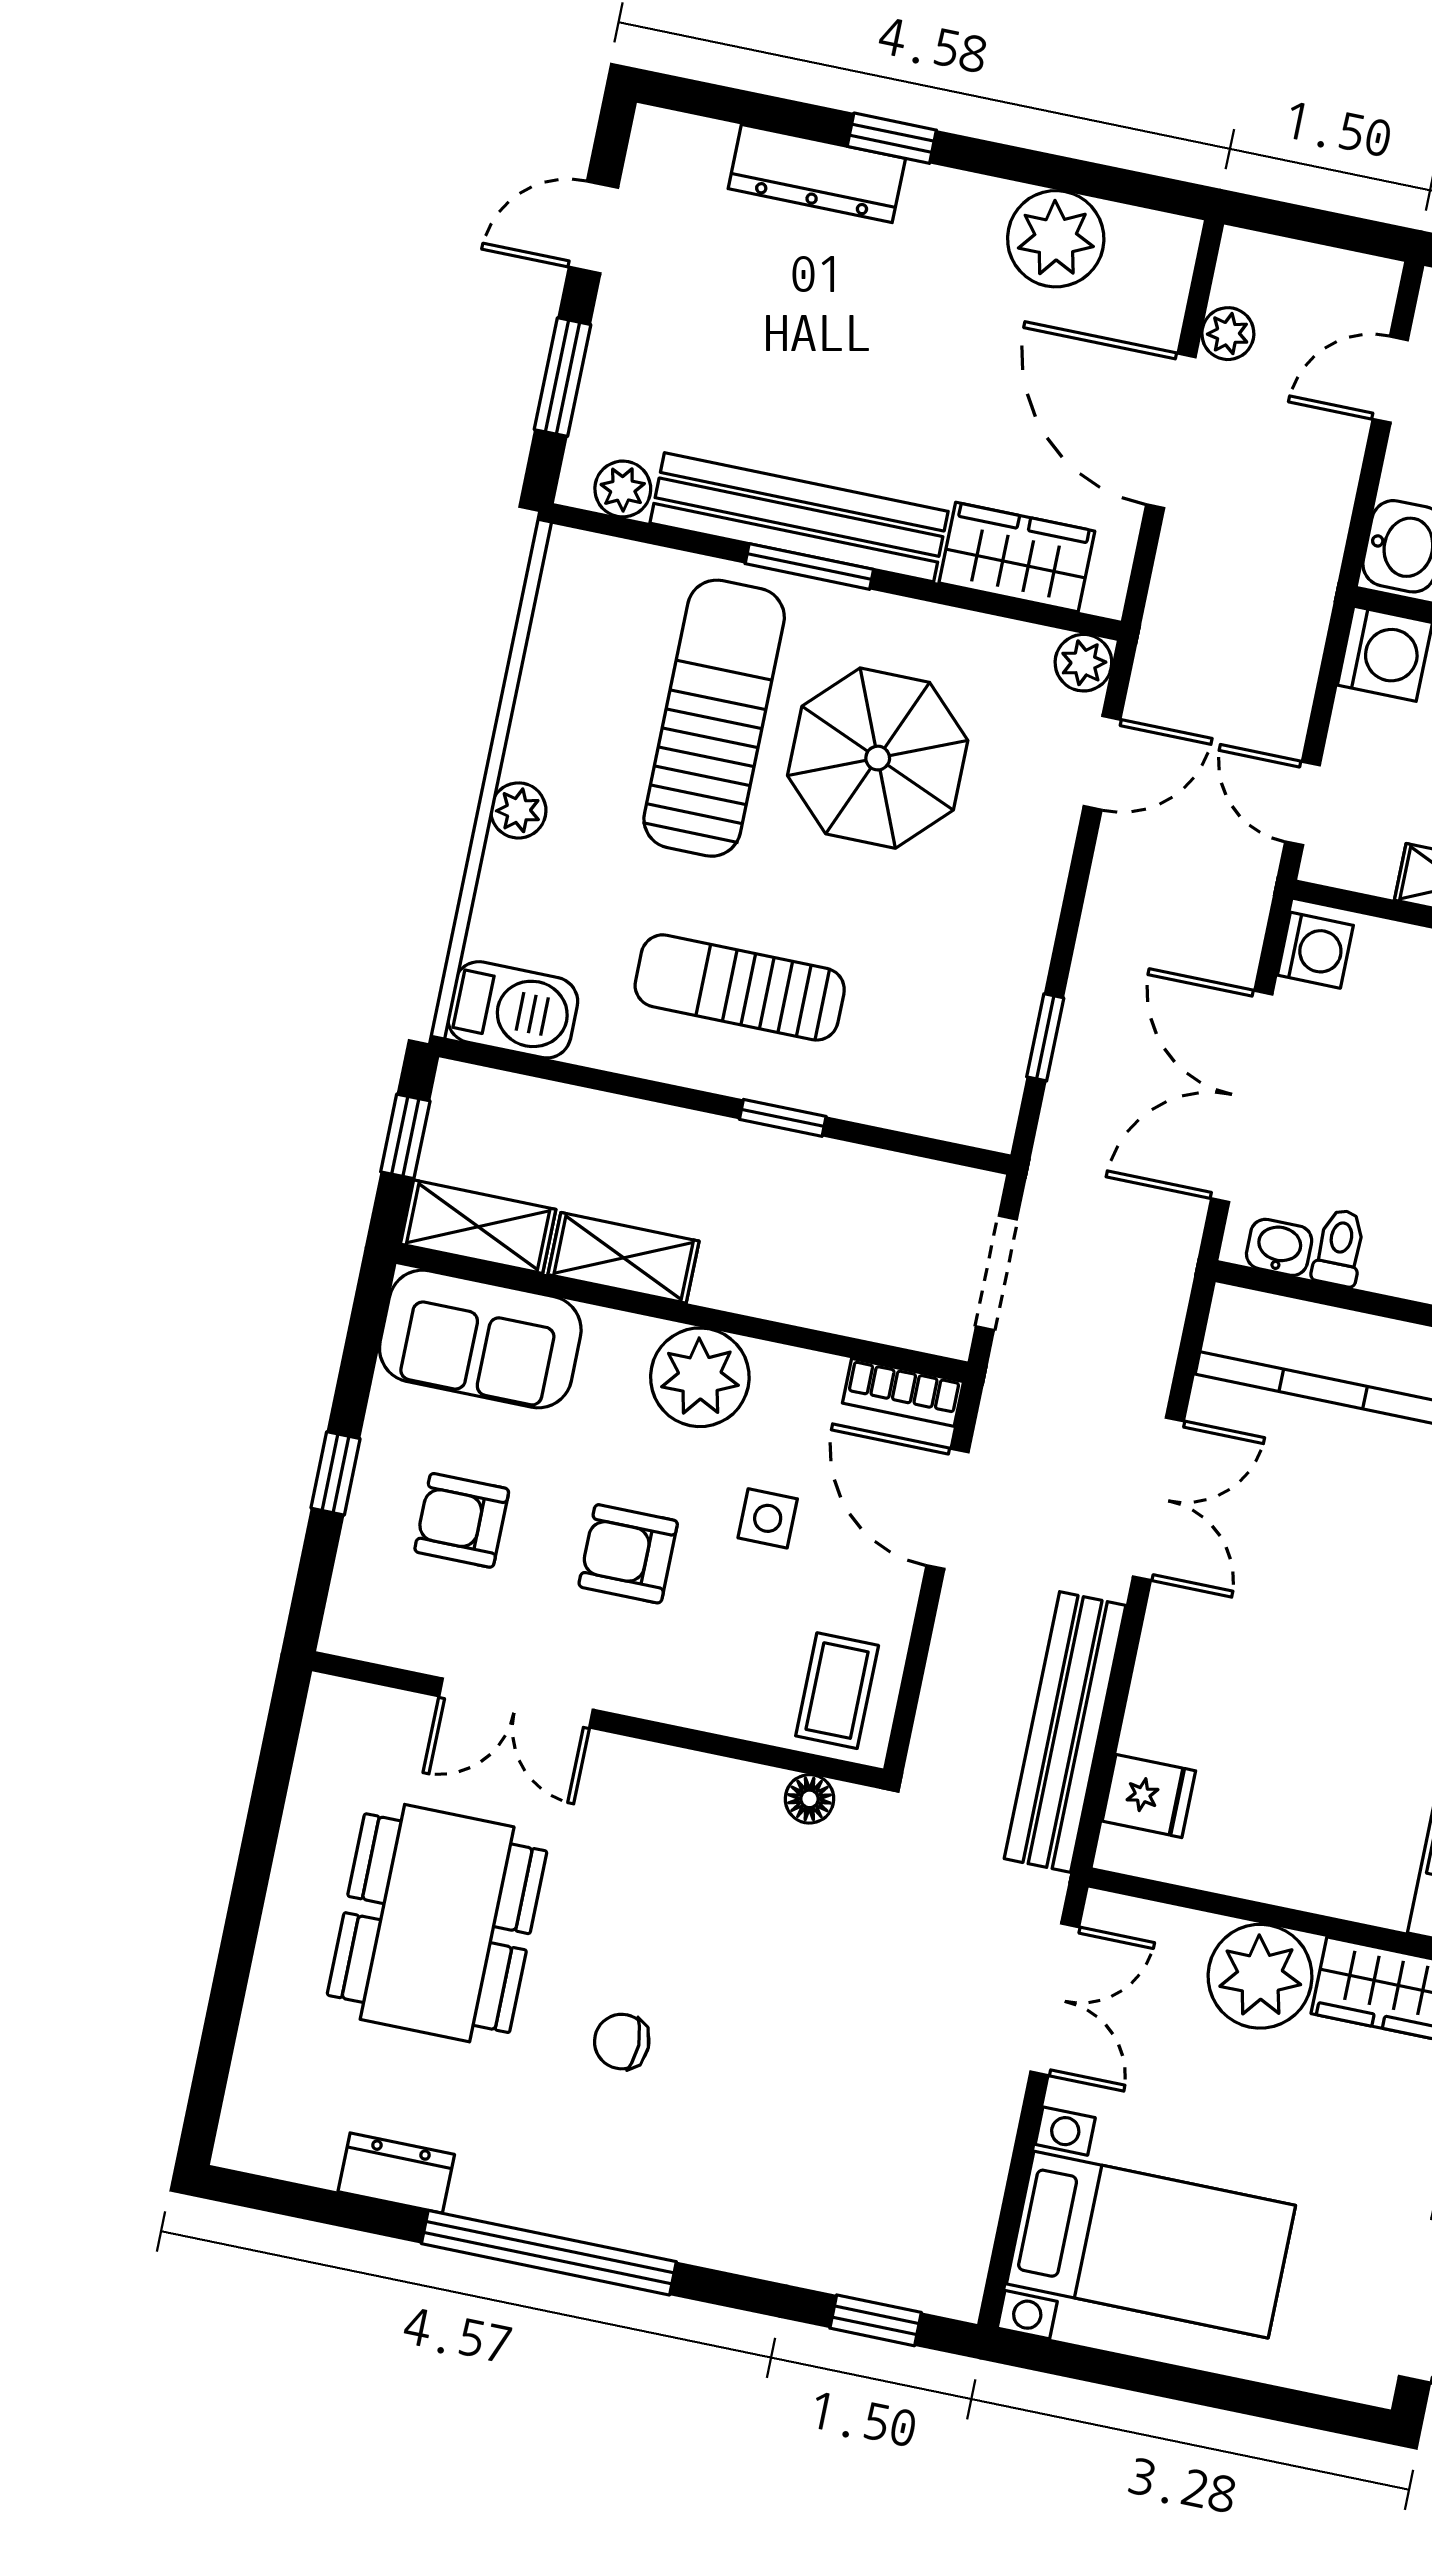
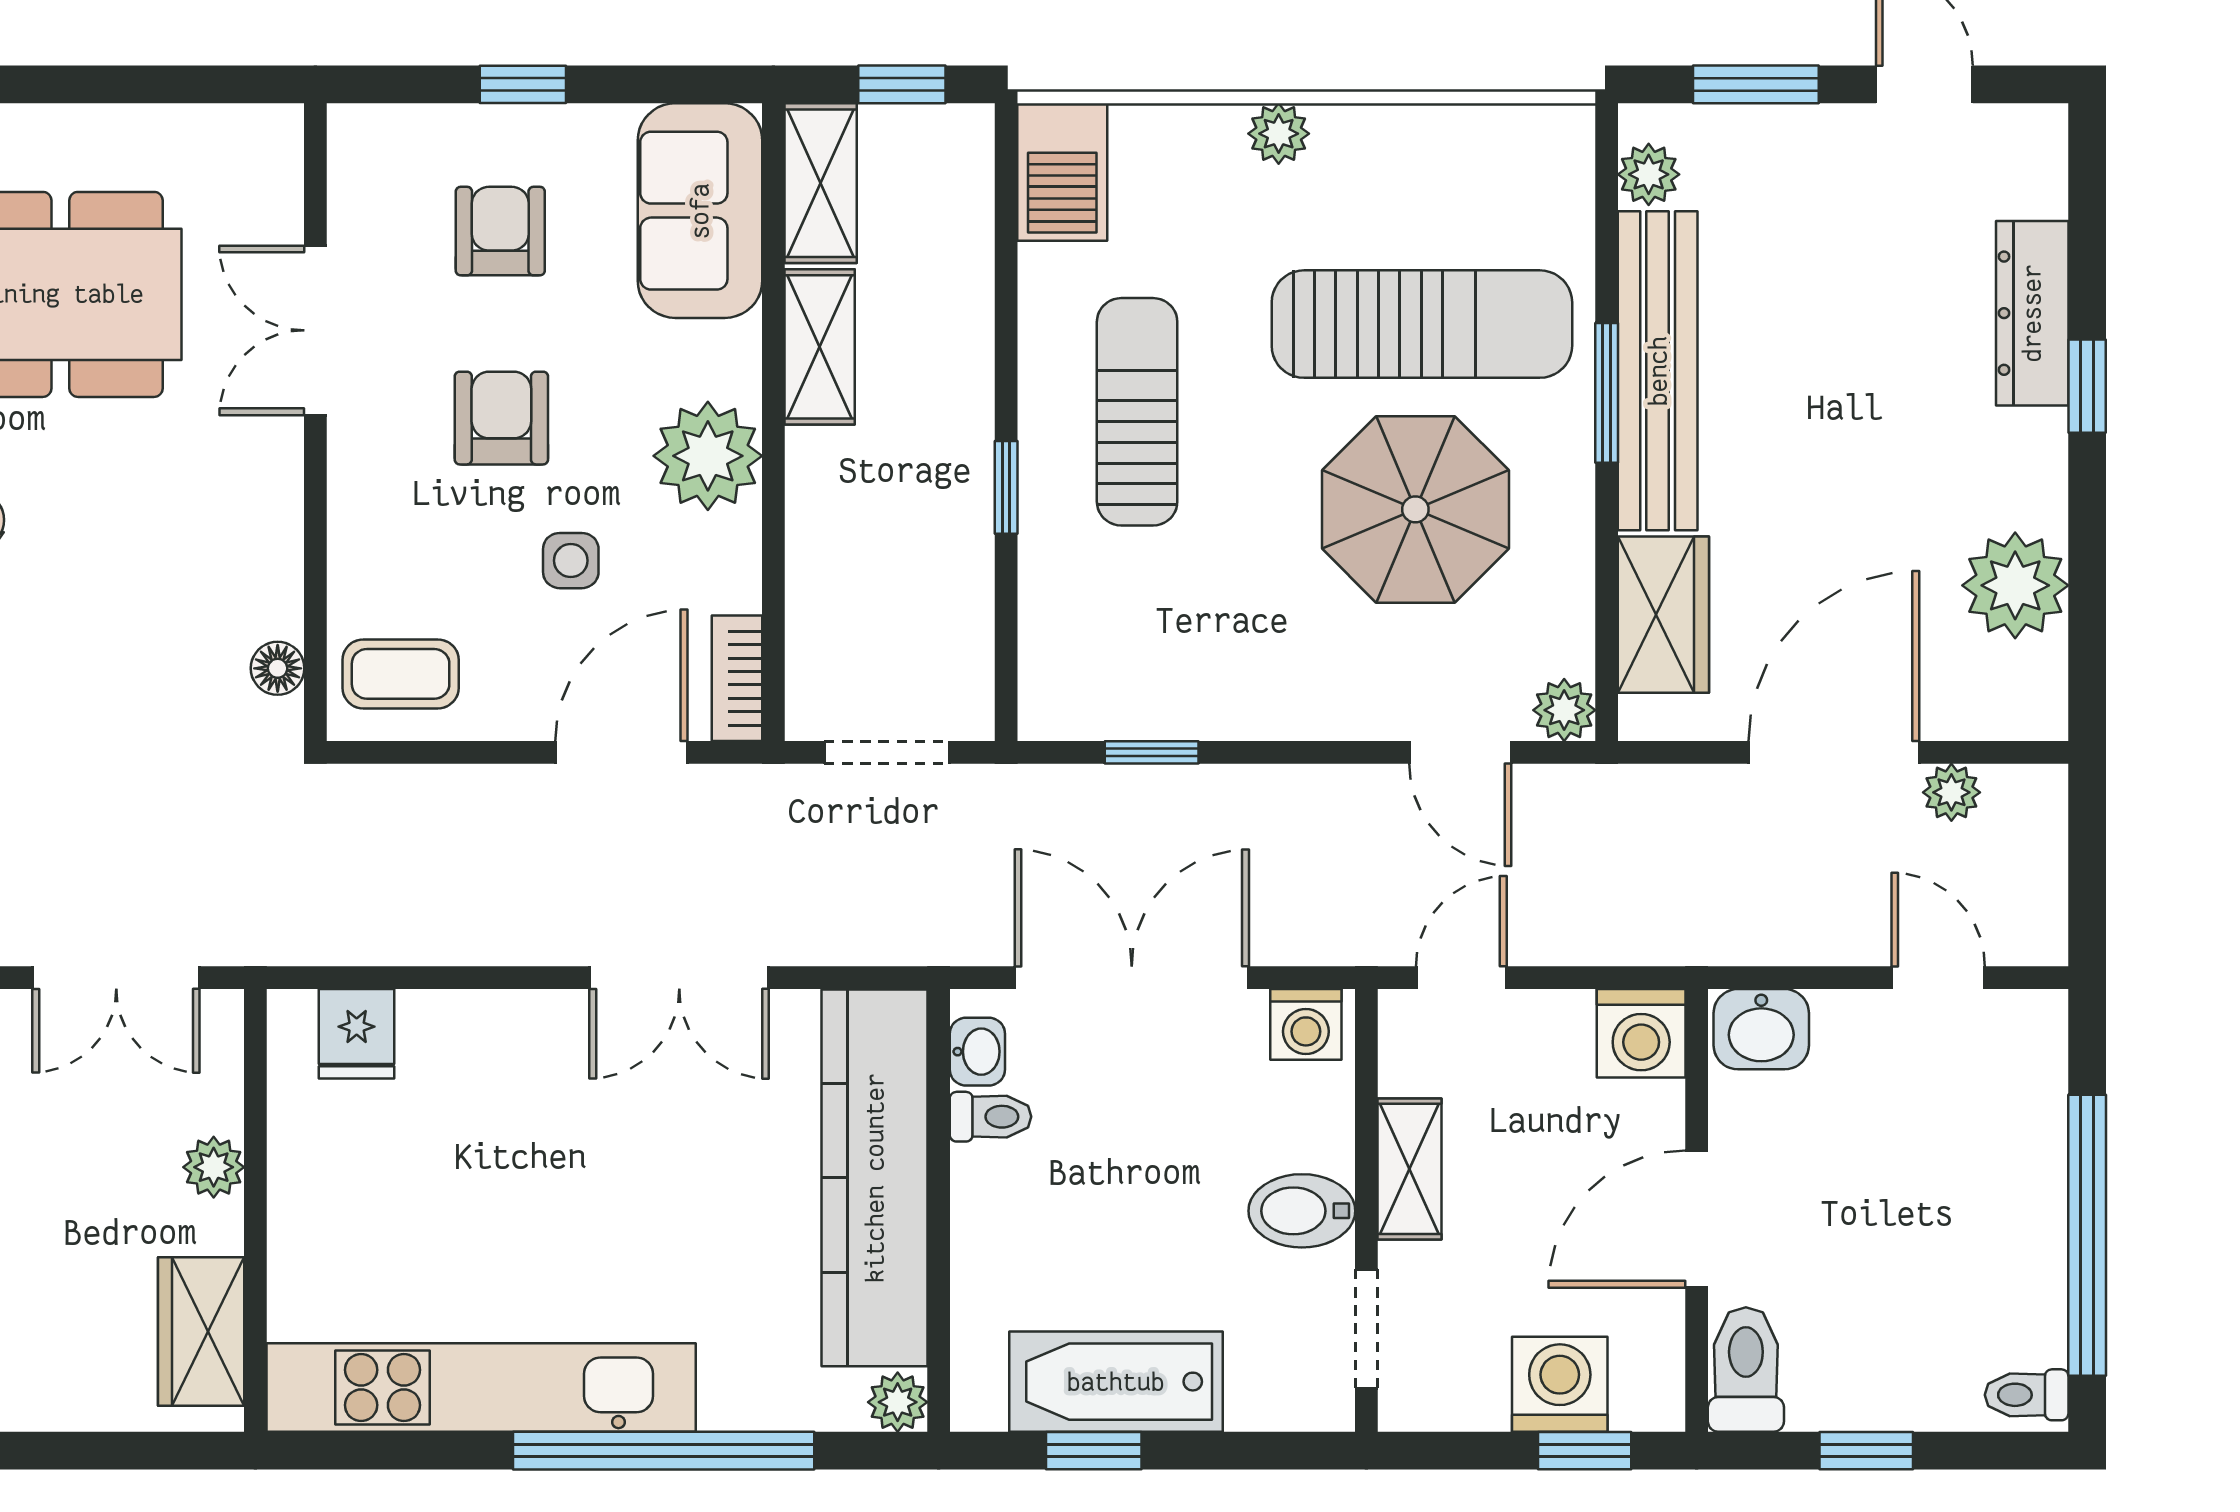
bench: (1065, 1732) -> (407, 929), removed
plant: (1260, 1976) -> (214, 1167), width x0.53, depth x0.53

